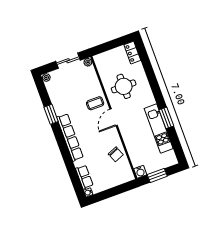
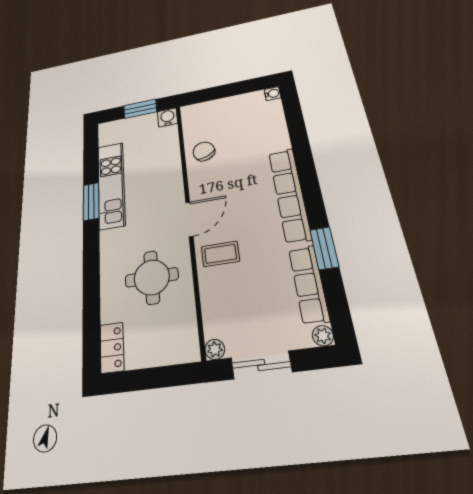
row of seats: (84, 177) -> (309, 284), moved, width x1.48

